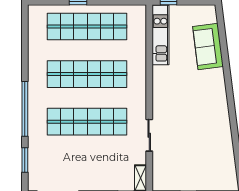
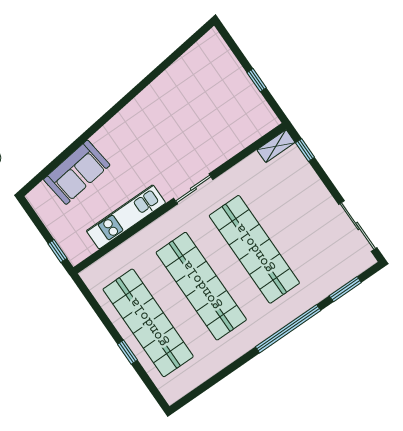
kitchen unit: (160, 35) -> (126, 217), moved
sliding door: (149, 135) -> (193, 189), moved

